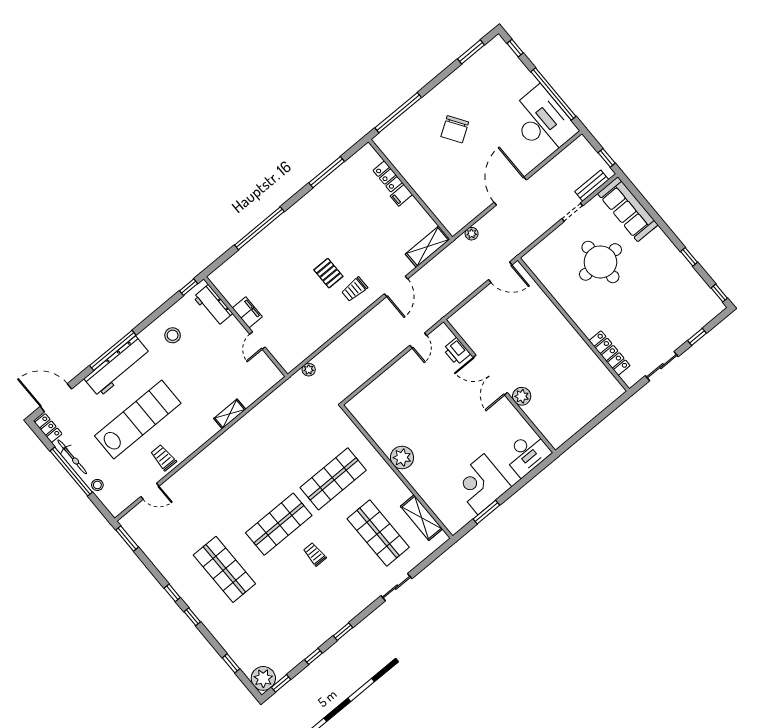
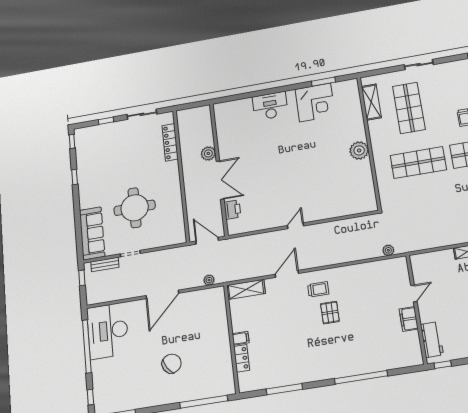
printer: (457, 351) -> (232, 210), moved
double door: (490, 375) -> (220, 180), moved
wall: (499, 386) -> (219, 169), moved
plant: (522, 396) -> (208, 153), moved

